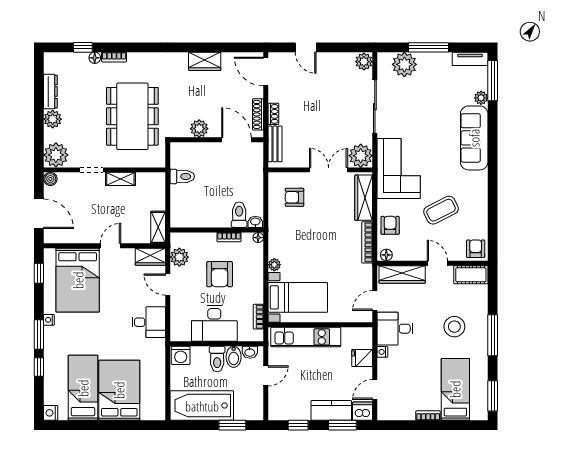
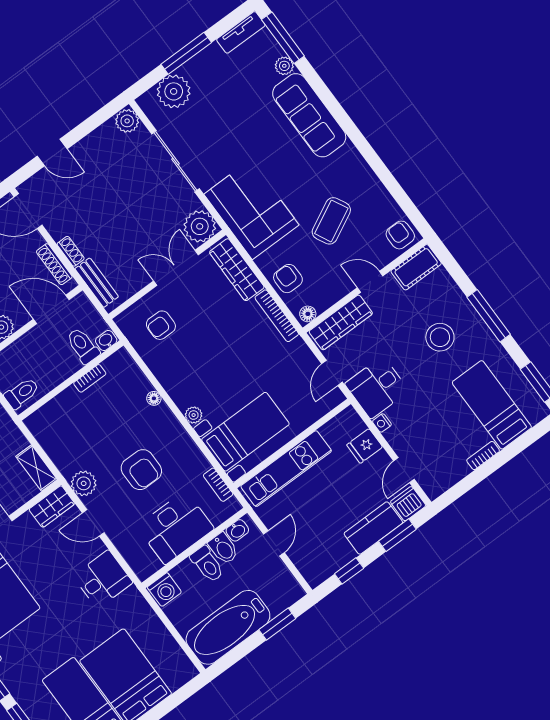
toilet: (239, 215) -> (83, 346), moved
washbasin: (255, 222) -> (106, 341), moved
wall: (217, 230) -> (71, 380), moved
bookcase: (229, 237) -> (90, 378), moved

